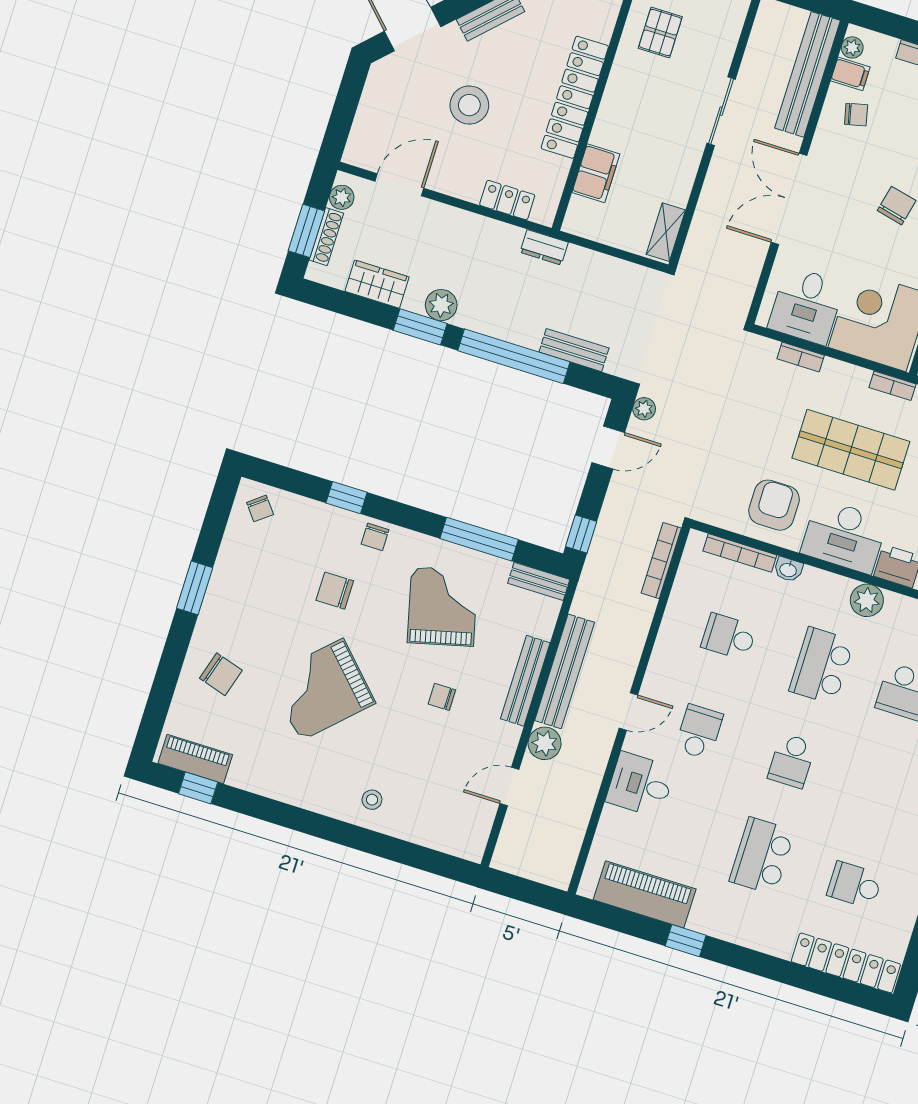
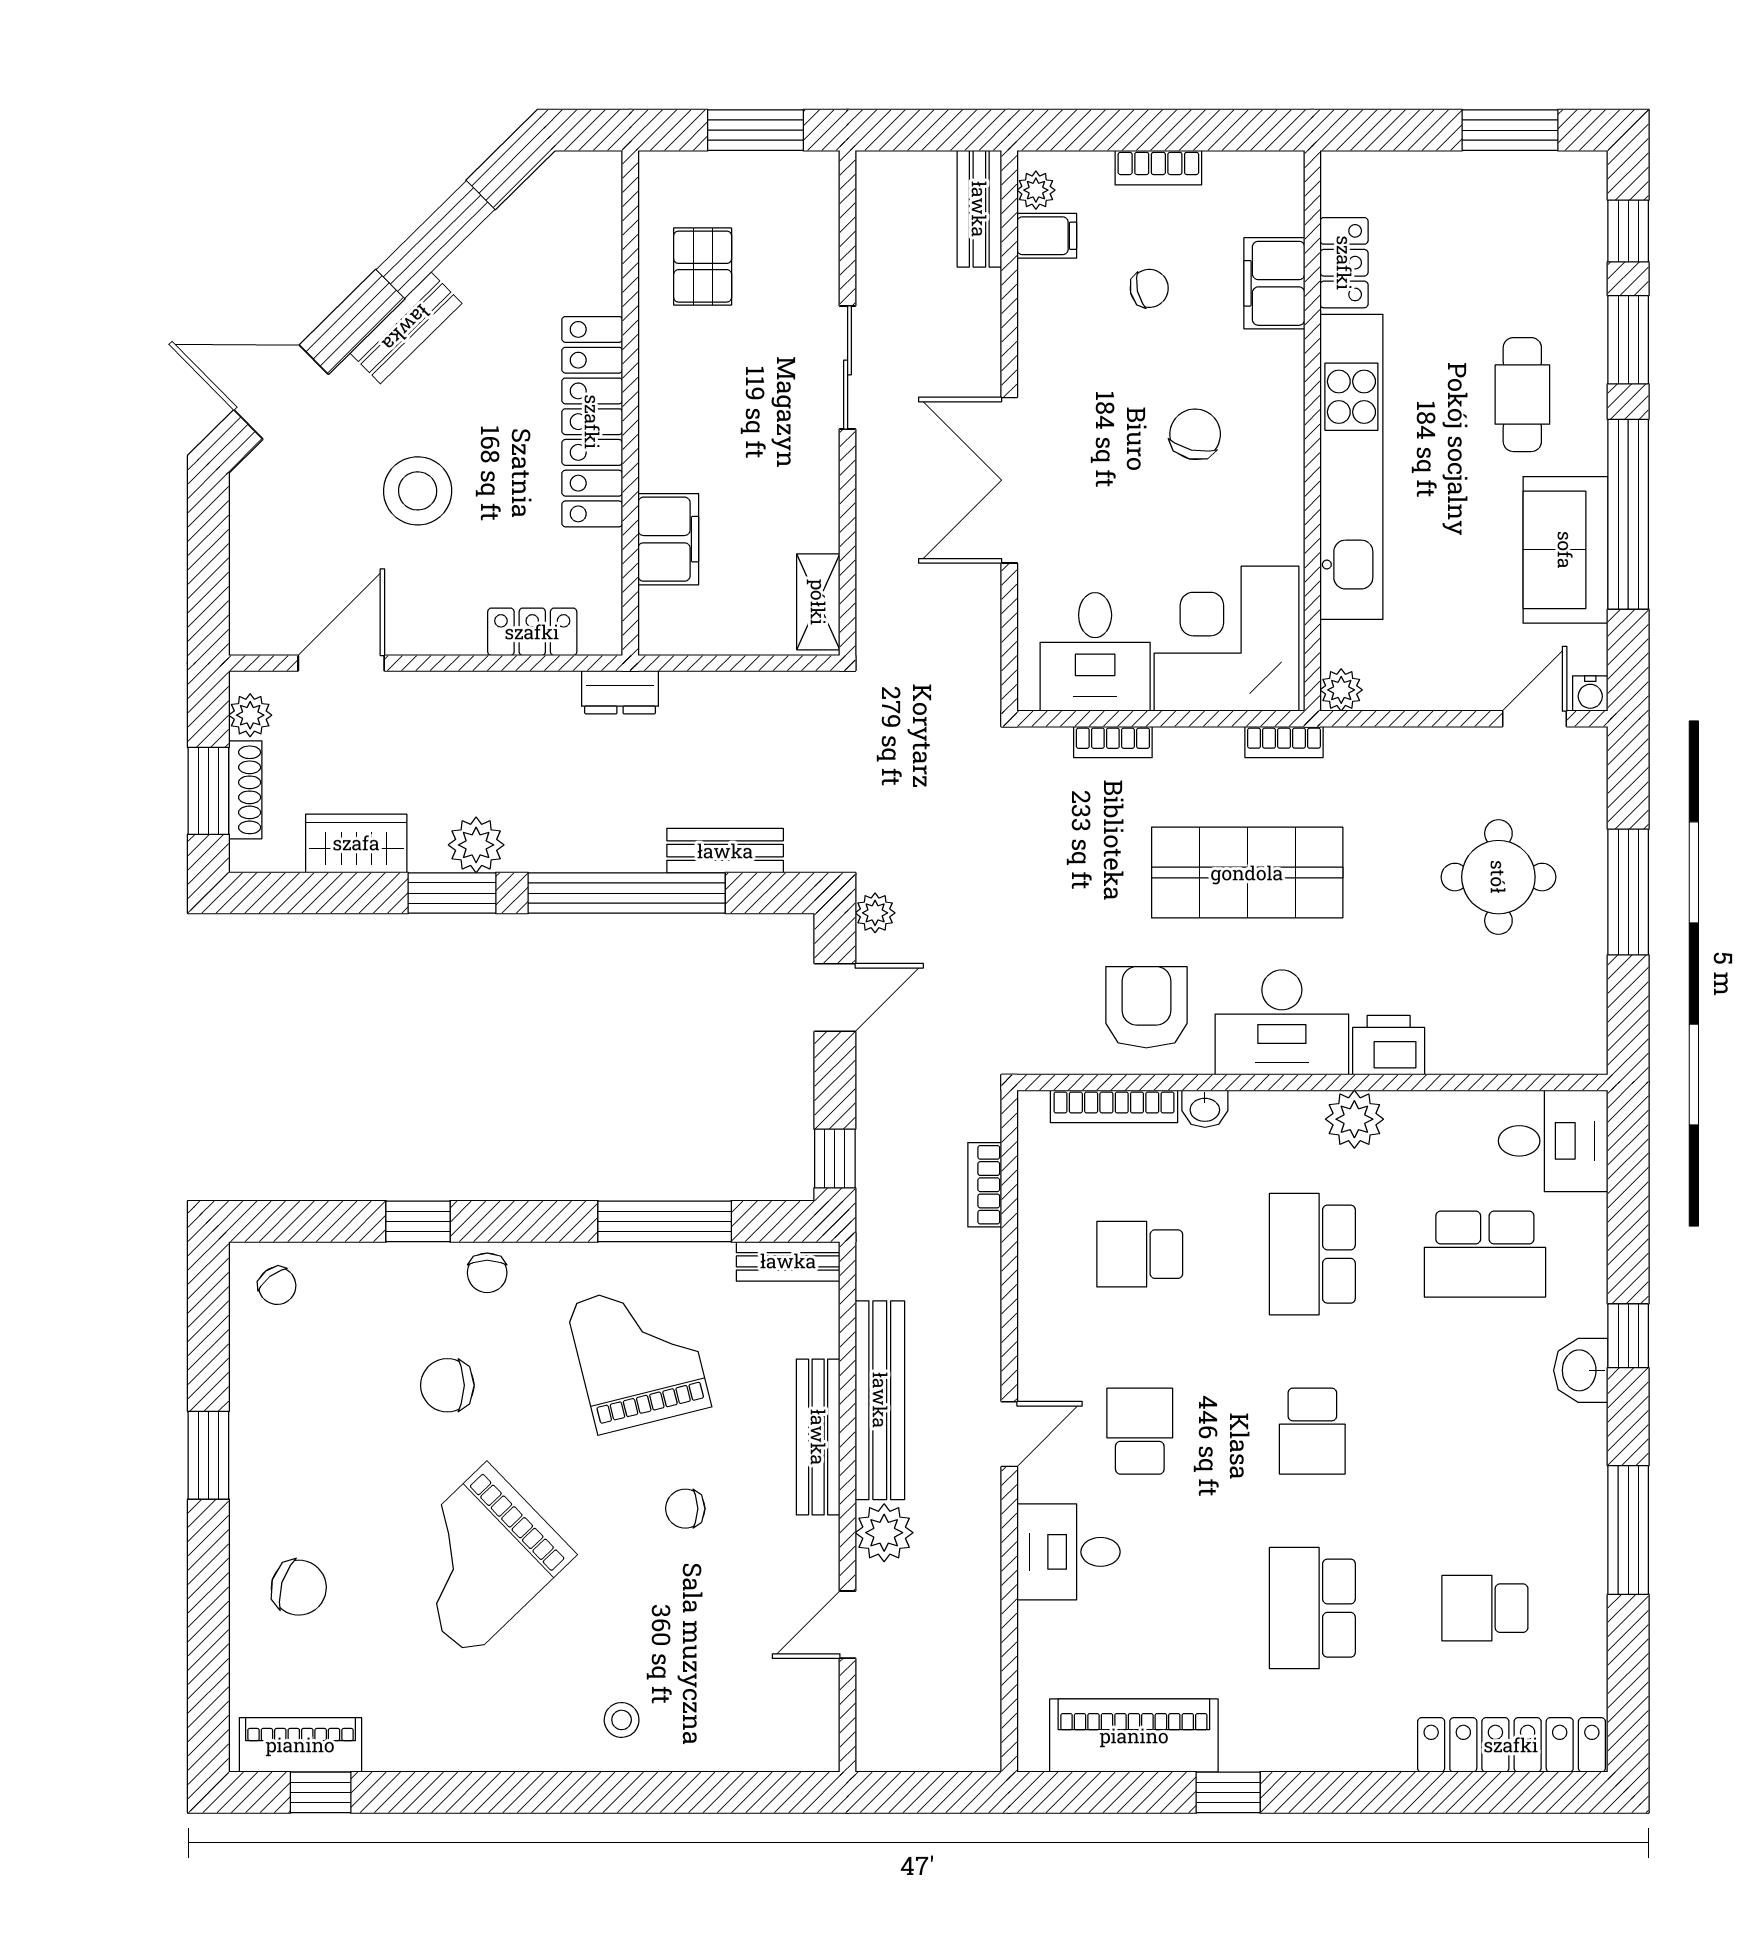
bench: (808, 74) -> (979, 209), width x0.54, depth x0.82
chair: (856, 115) -> (1149, 288), moved
bookcase: (661, 561) -> (985, 1185), width x0.64

